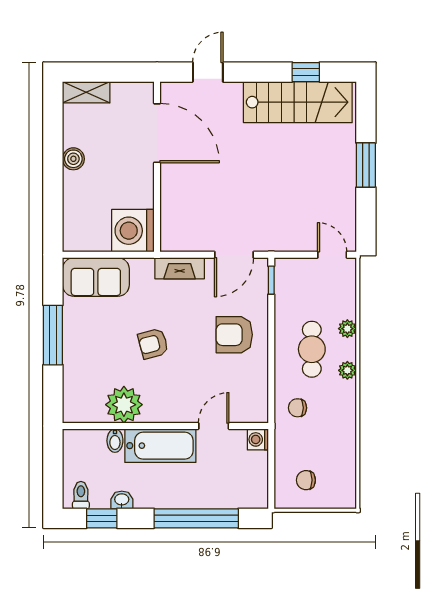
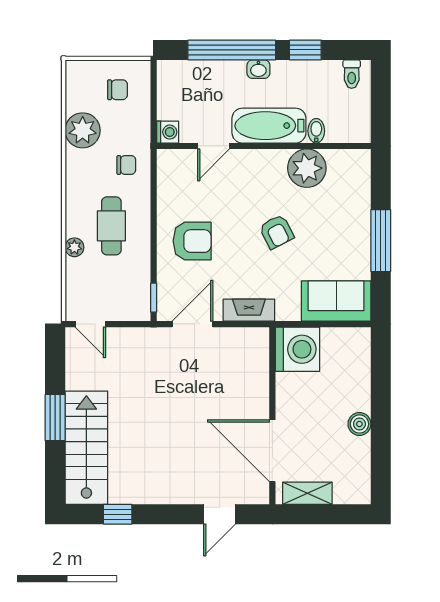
shelving: (86, 92) -> (307, 493), moved
stairs: (298, 102) -> (86, 448), moved, turned 90
armchair: (153, 344) -> (277, 232), turned 78
plant: (347, 370) -> (83, 130), moved, width x1.87, depth x1.87
washbasin: (122, 500) -> (258, 69), moved
window: (102, 518) -> (305, 50), moved

